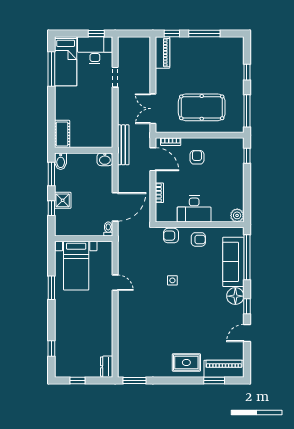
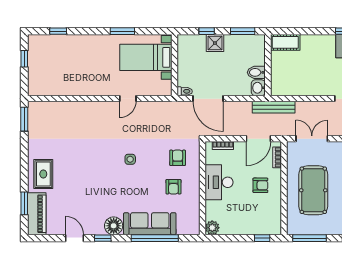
bidet: (61, 161) -> (256, 72), moved
desk: (194, 209) -> (219, 182), moved
plant: (237, 215) -> (212, 228), moved
wall: (200, 225) -> (202, 188), moved
dresser: (107, 367) -> (39, 90), removed

